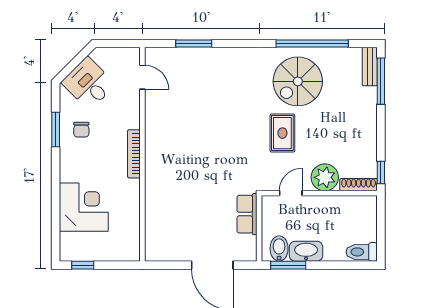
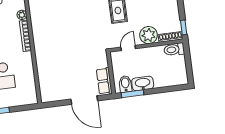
plant: (133, 121) -> (22, 15), added
row of seats: (247, 214) -> (104, 81), moved
toilet: (362, 252) -> (174, 49), moved

